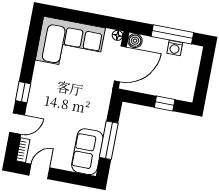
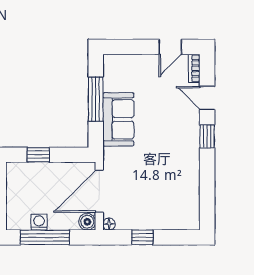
window: (92, 19) -> (142, 237), added
corner sofa: (70, 44) -> (162, 203), removed
door: (17, 124) -> (207, 98), hinge flipped
sofa: (87, 152) -> (118, 119), moved

